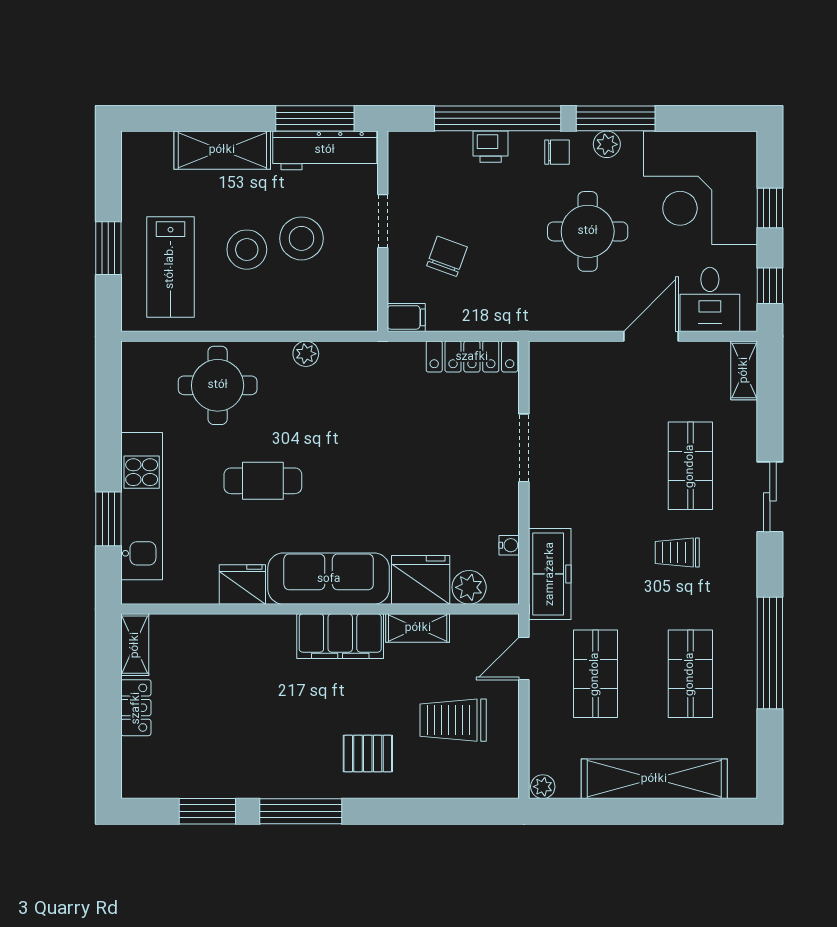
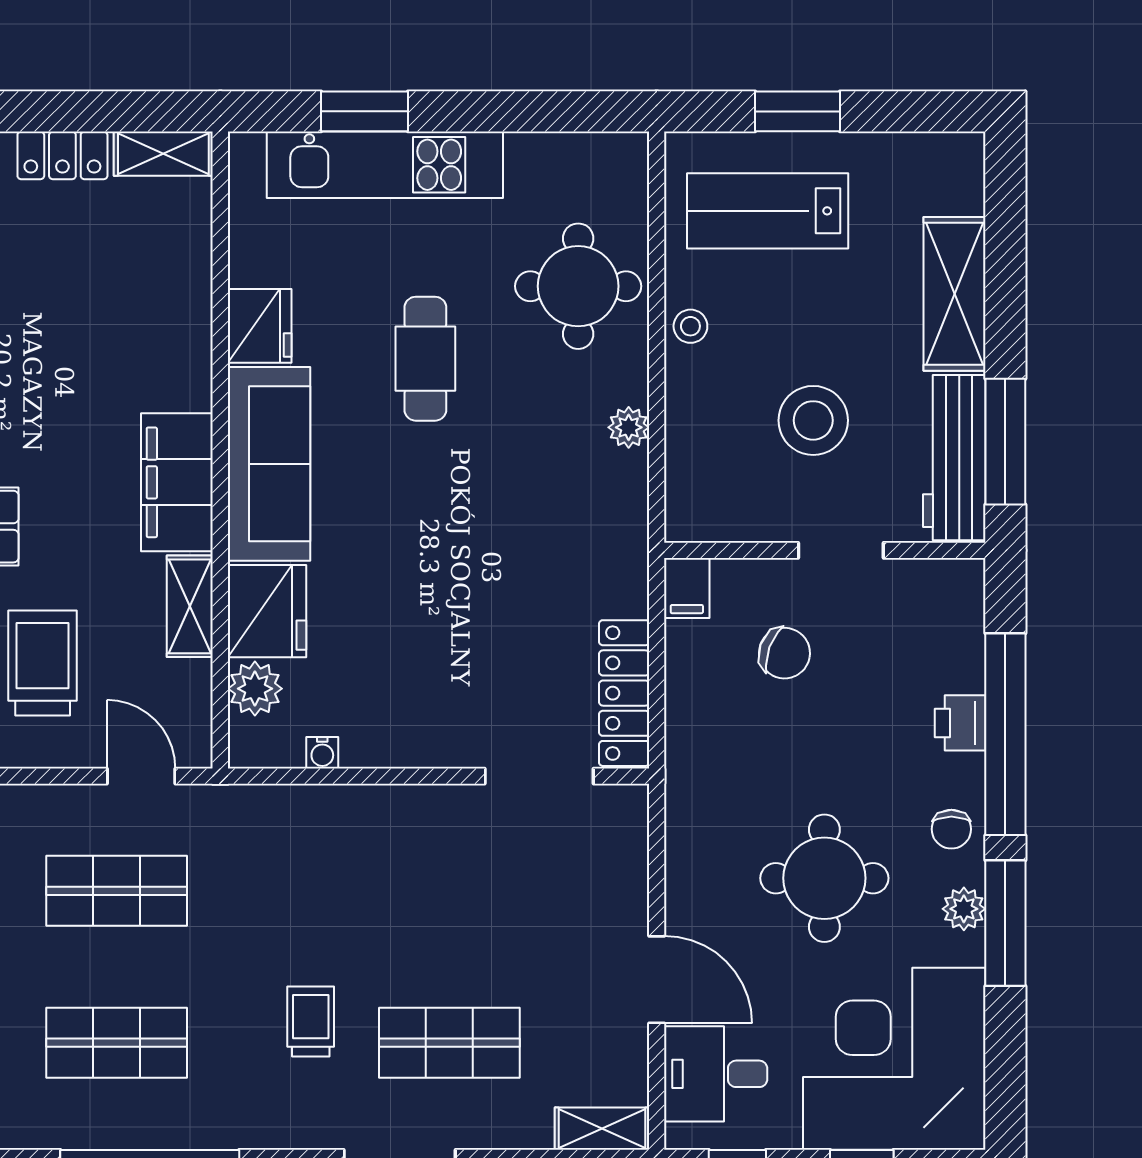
stool: (247, 250) -> (690, 326), moved, width x0.53, depth x0.53
doorway: (524, 448) -> (539, 776), moved
freezer: (550, 574) -> (276, 818), removed

